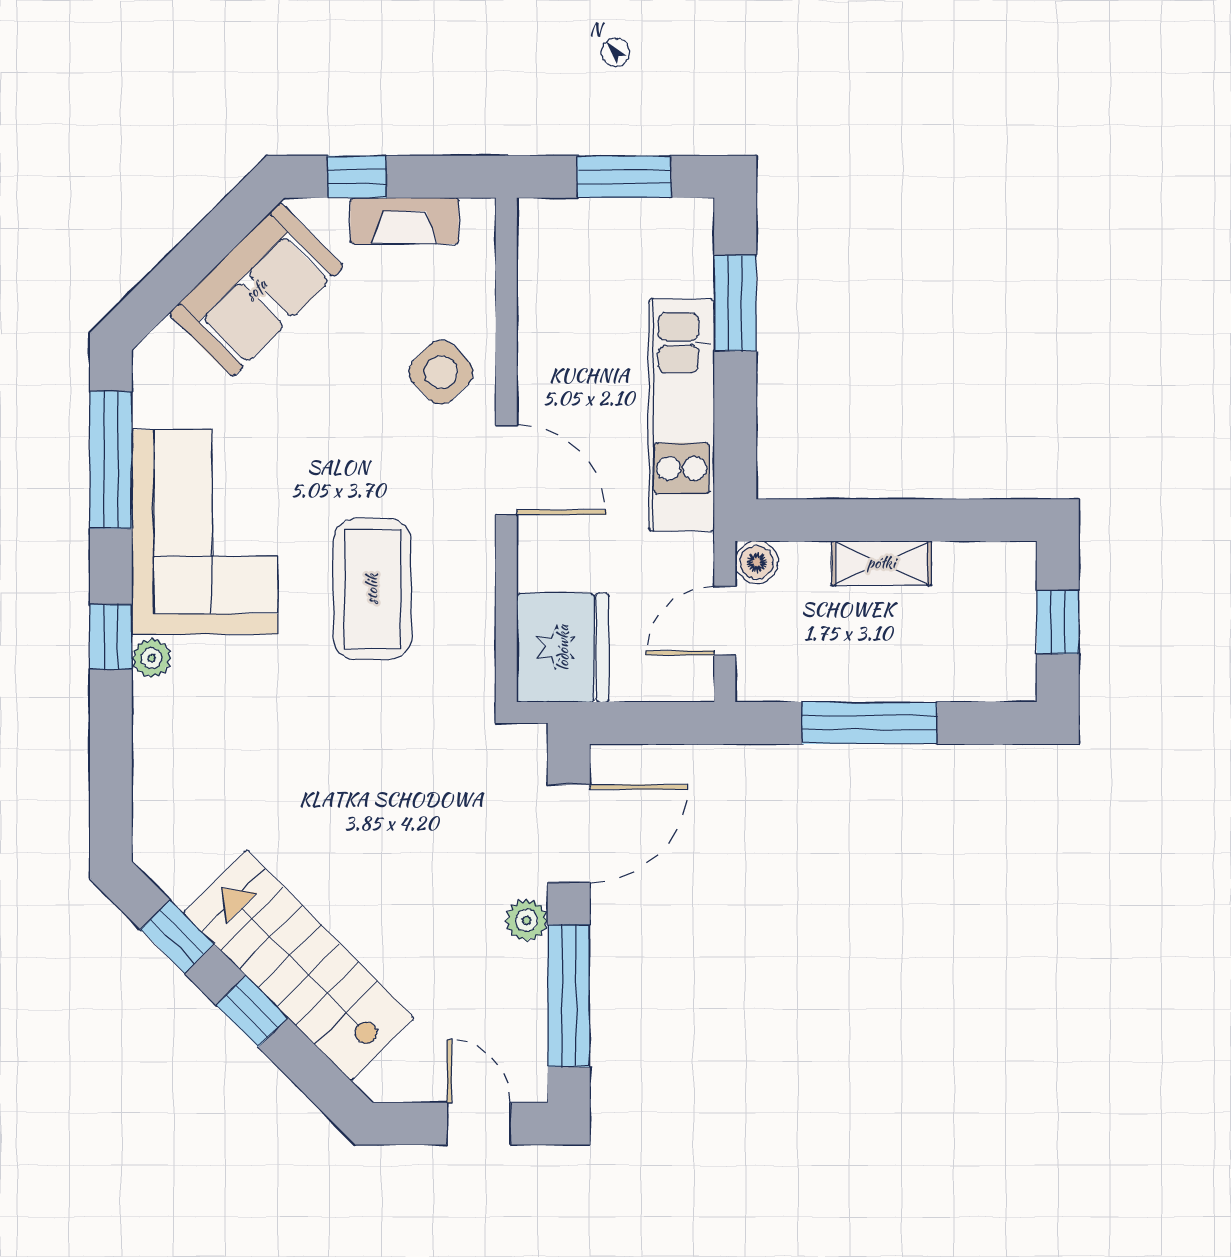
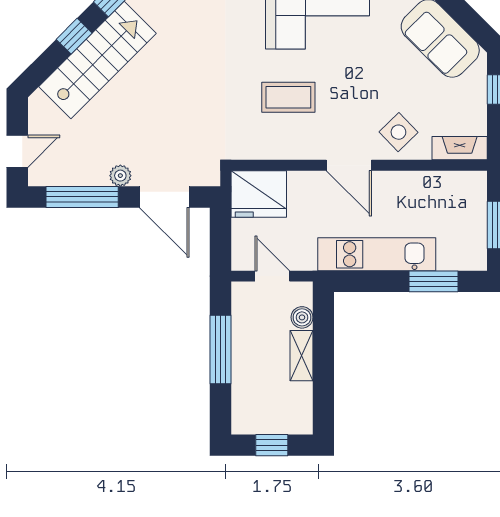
fireplace: (405, 221) -> (460, 148), moved, turned 90
door: (506, 470) -> (349, 165), hinge flipped
boiler: (757, 562) -> (302, 317), moved
coffee table: (372, 589) -> (288, 97), width x0.73, depth x0.76

